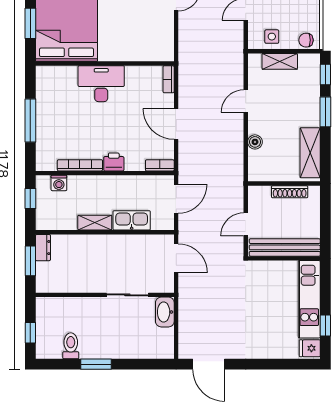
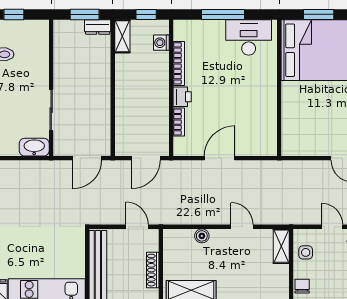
shelving: (280, 61) -> (281, 246), moved
bookcase: (169, 79) -> (264, 151), removed
desk: (101, 84) -> (249, 37), moved, turned -90
bookcase: (160, 165) -> (179, 122), moved
door: (176, 199) -> (146, 158), hinge flipped
kitchen sink: (132, 220) -> (125, 114), removed
shelving: (95, 223) -> (122, 36), moved
door: (246, 224) -> (137, 227), moved

